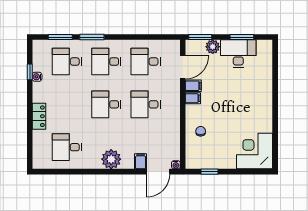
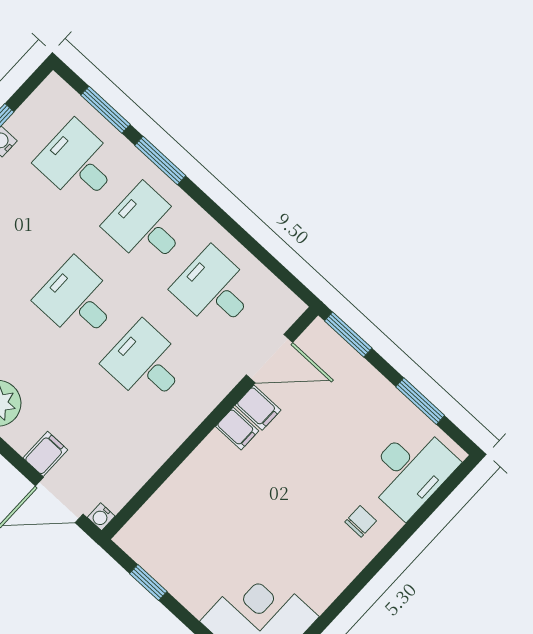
plant: (213, 47) -> (354, 371), removed
desk: (238, 53) -> (410, 471), moved, turned 90
chair: (201, 131) -> (361, 521), moved

